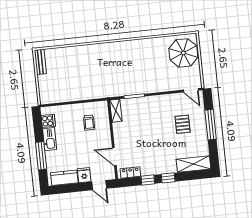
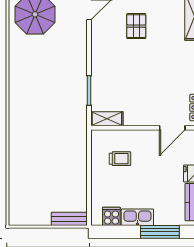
bench: (40, 62) -> (69, 219), moved
pallet: (183, 124) -> (136, 26), turned 90

